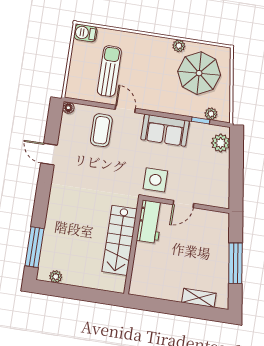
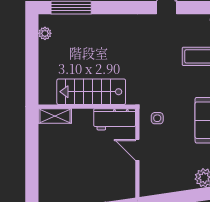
side table: (155, 180) -> (157, 118), width x0.54, depth x0.54
shelving: (199, 298) -> (55, 116), moved, turned 90

